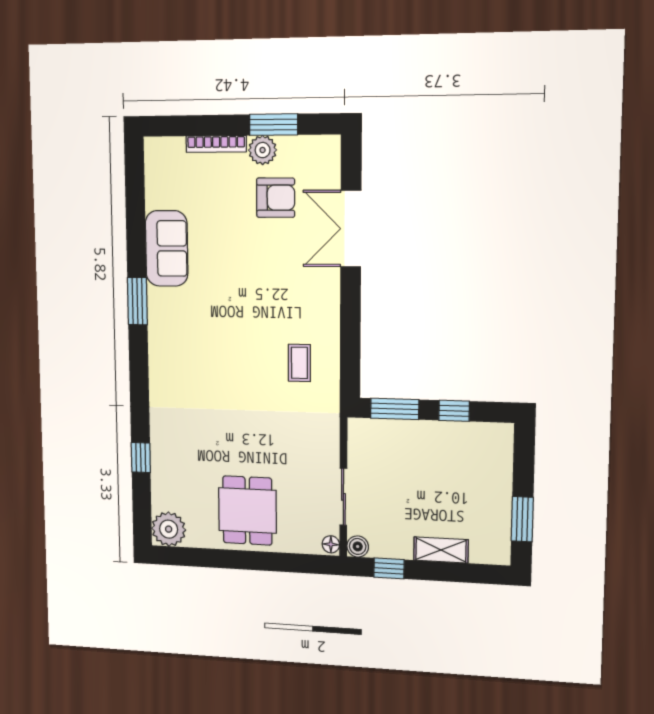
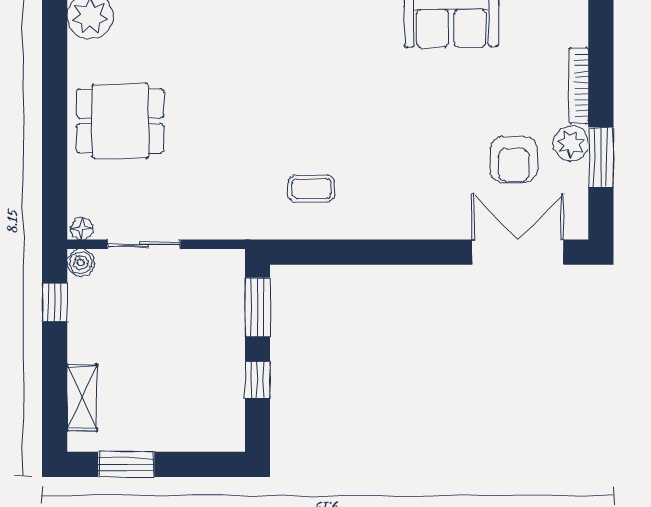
double door: (351, 229) -> (518, 252), moved
shelving: (441, 550) -> (82, 398), moved

